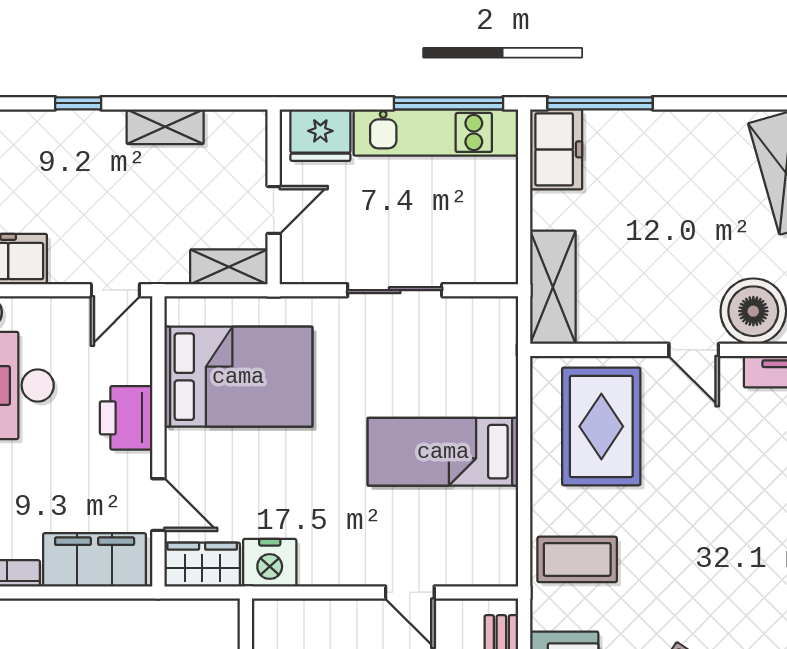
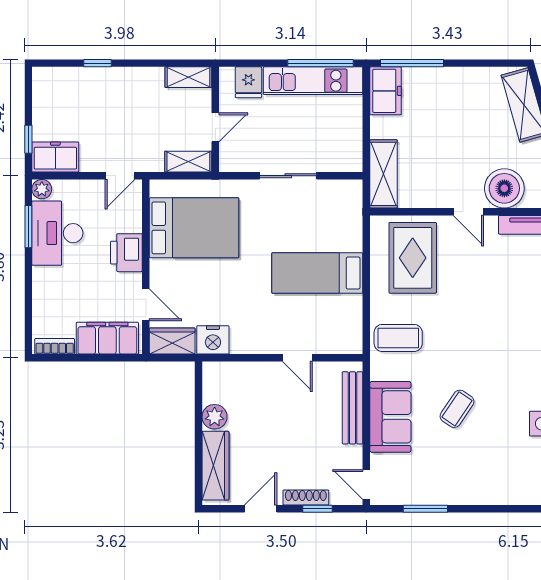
shelving: (165, 127) -> (188, 77), moved
fridge: (320, 135) -> (248, 82), width x0.72

